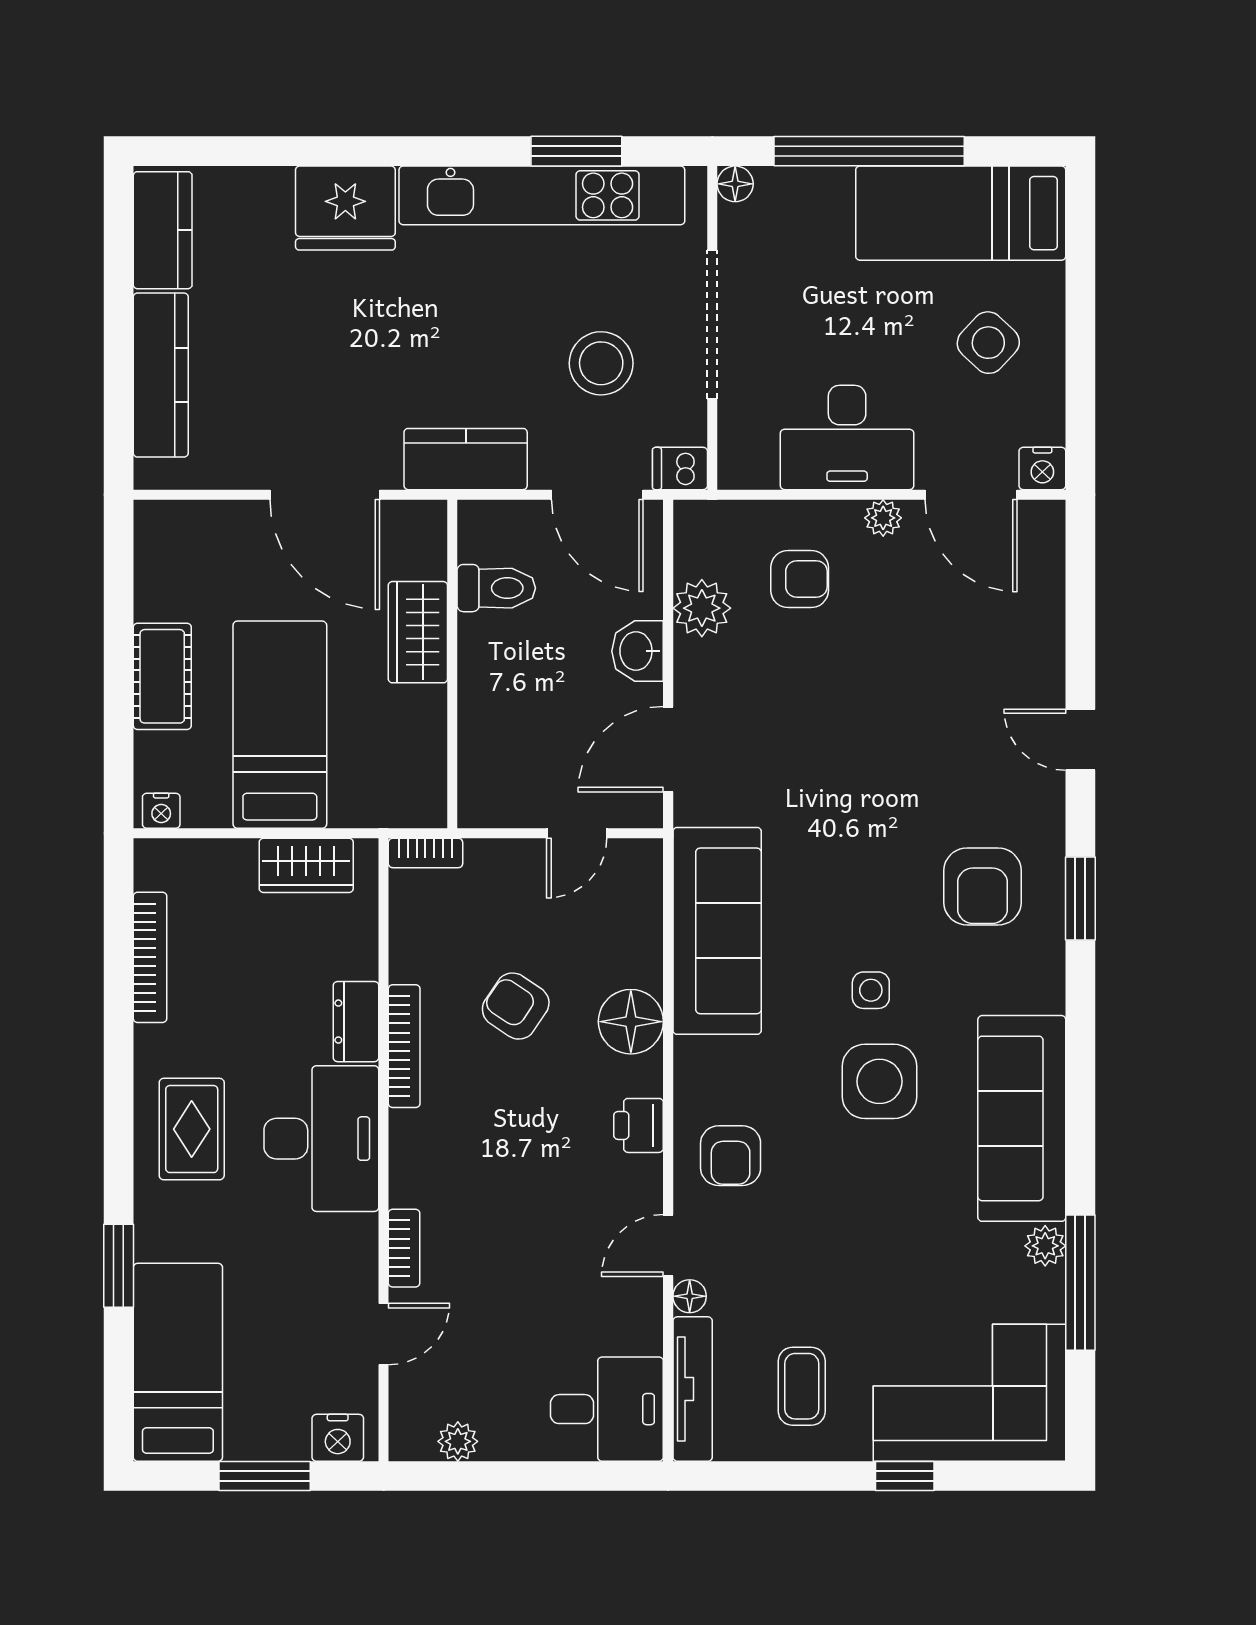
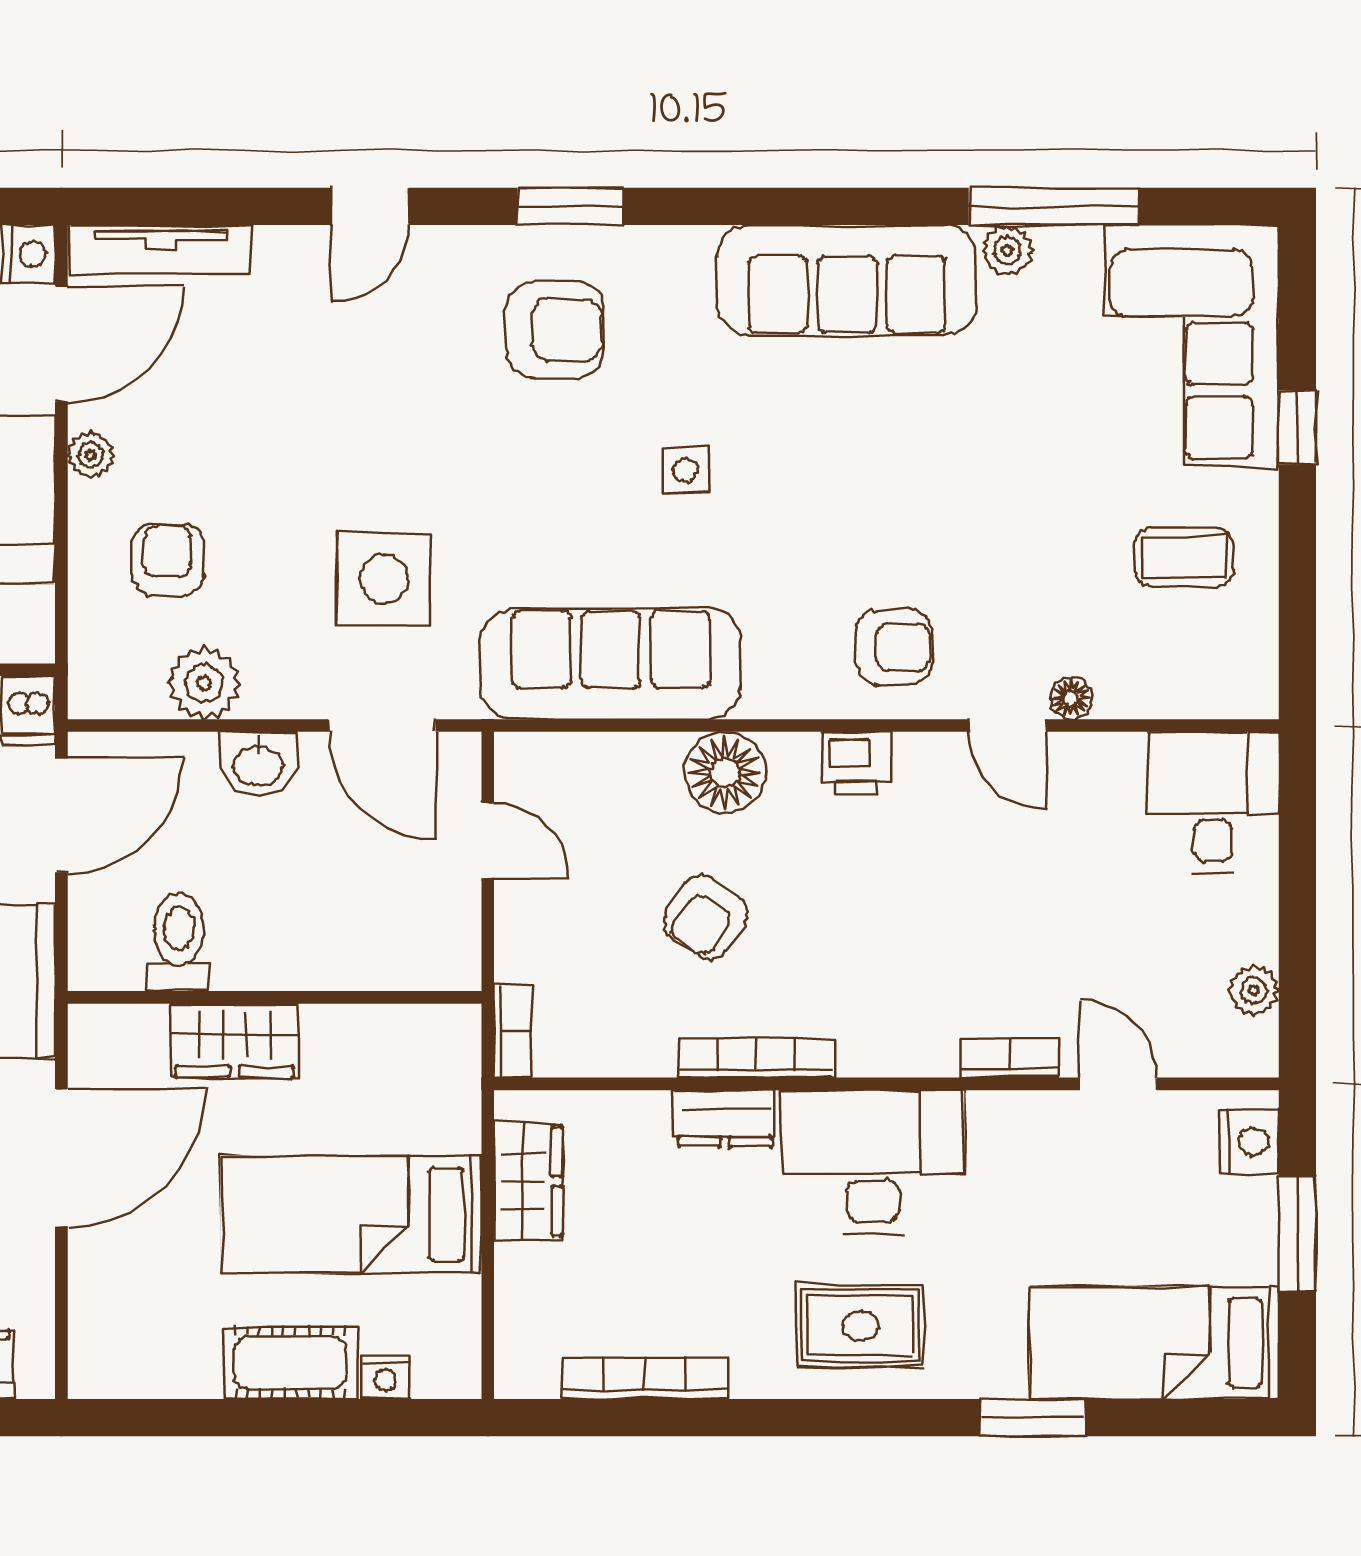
nightstand: (161, 811) -> (386, 1377), moved, turned 90
side table: (879, 1081) -> (384, 579), moved
tv unit: (693, 1389) -> (161, 250), moved, turned 180

